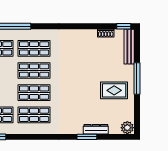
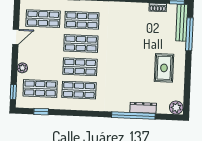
window: (137, 78) -> (189, 34), moved
rug: (114, 90) -> (164, 68), turned 90
window: (87, 137) -> (133, 115), width x2.11

